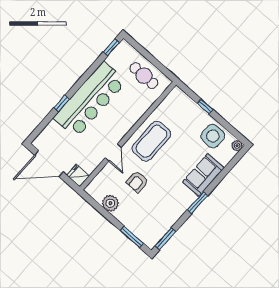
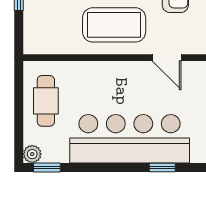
plant: (124, 46) -> (32, 154), added
door: (113, 153) -> (167, 58), swing flipped

